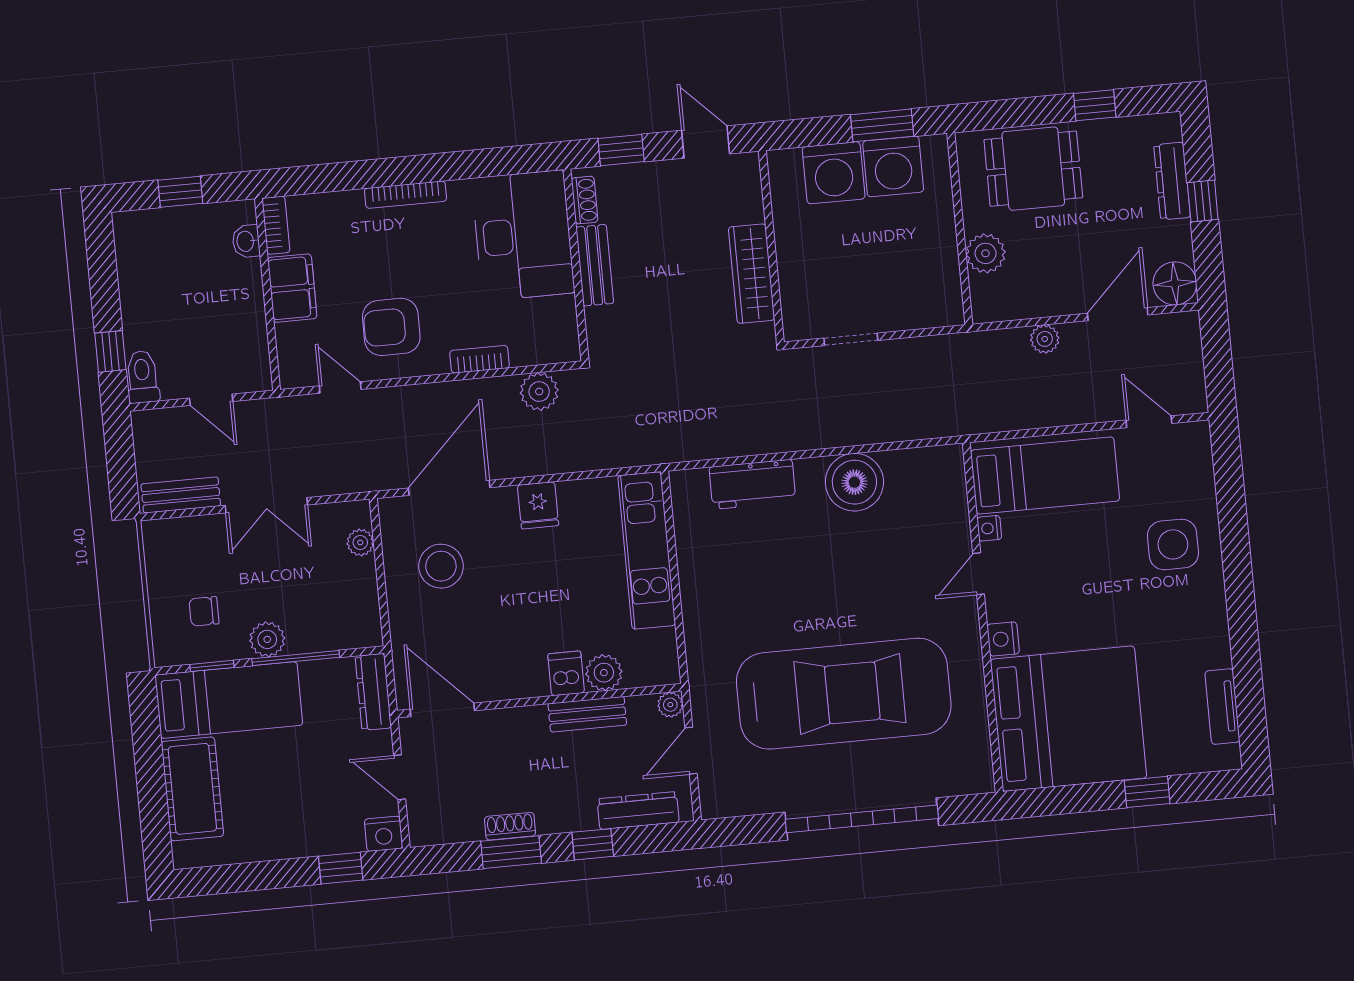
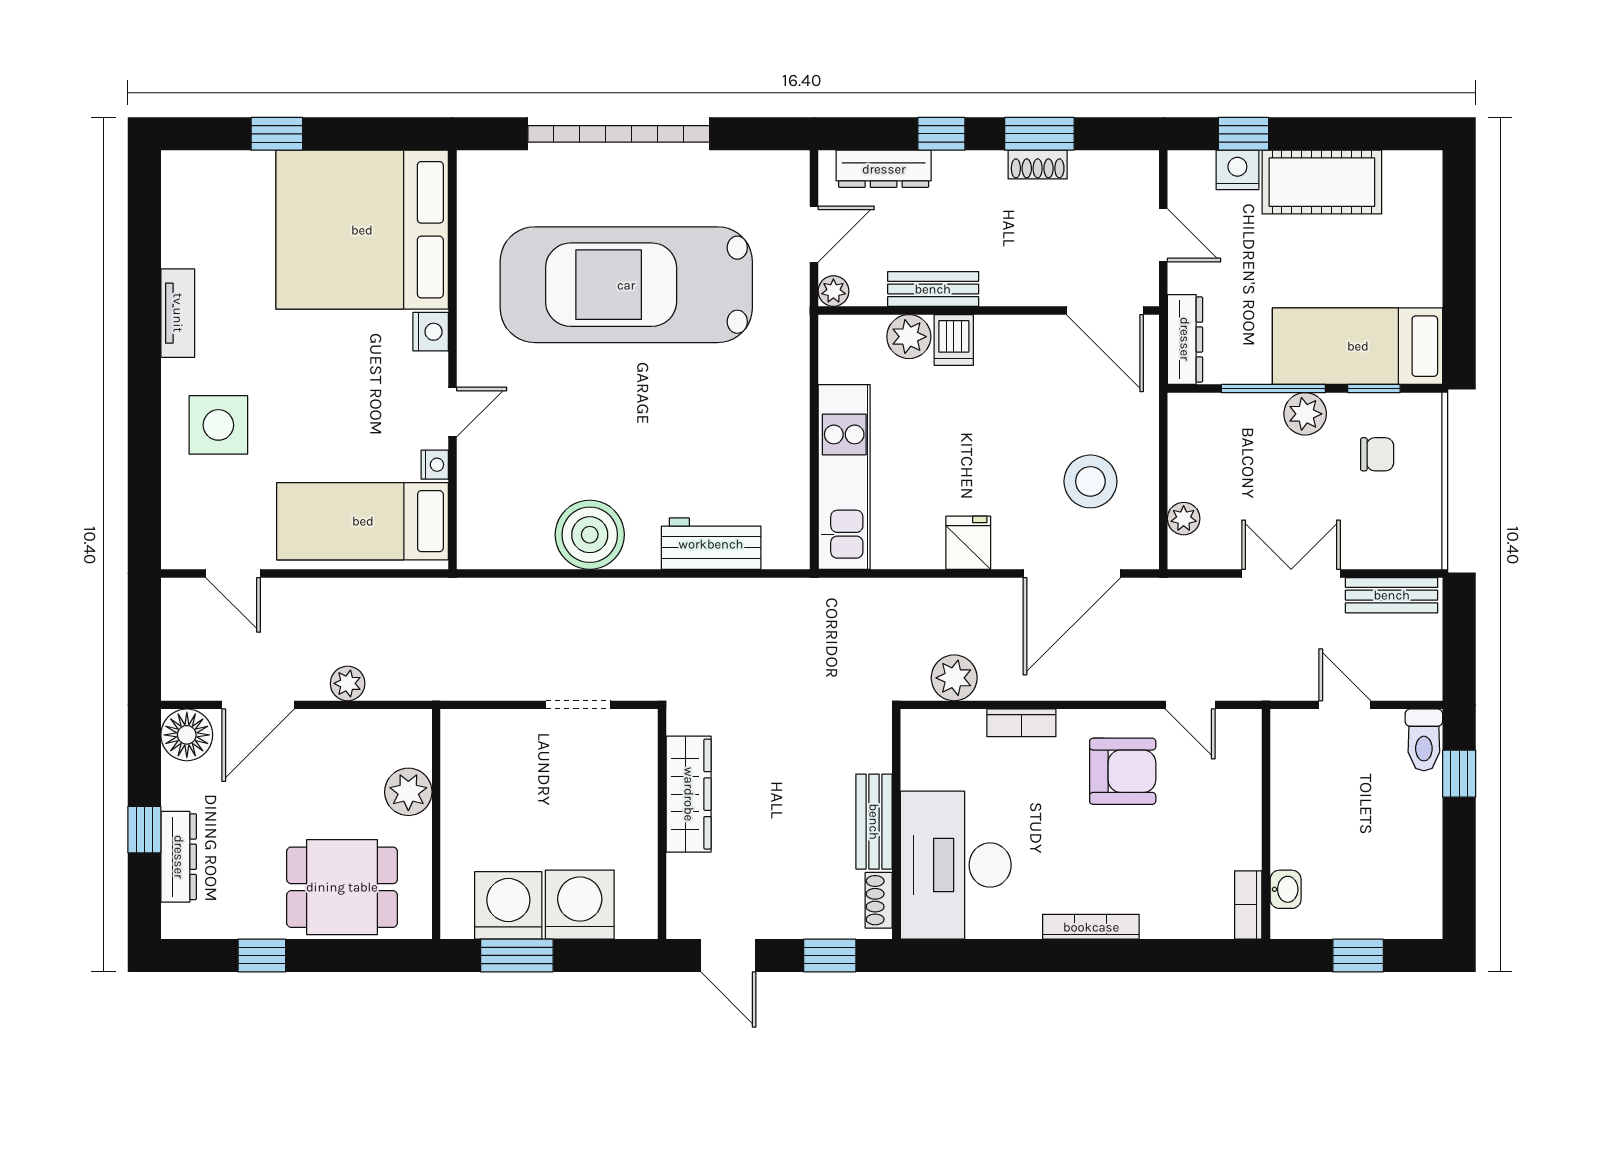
filing cabinet: (292, 288) -> (1236, 828), removed
tv unit: (1222, 707) -> (178, 313), moved
cot: (192, 789) -> (1322, 182), moved, turned 90
nightstand: (384, 834) -> (1237, 170), moved

